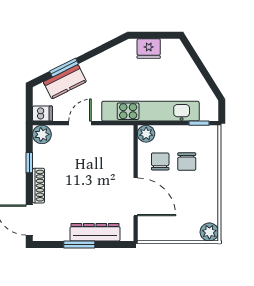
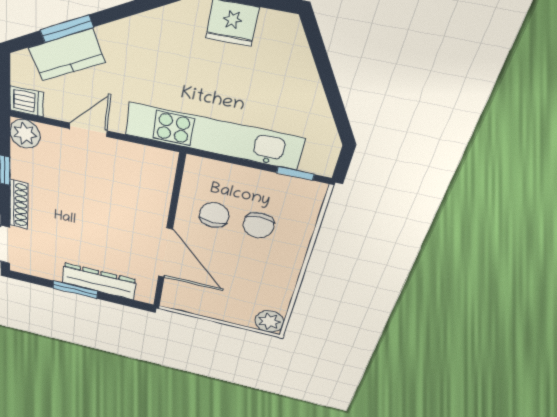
plant: (146, 134) -> (199, 170), removed

